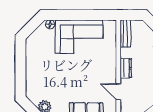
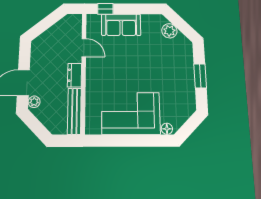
bench: (125, 34) -> (74, 111), width x1.36
window: (20, 68) -> (200, 76), added

